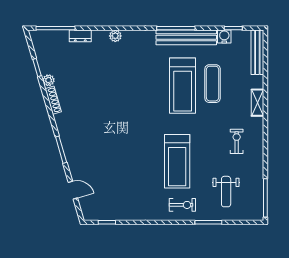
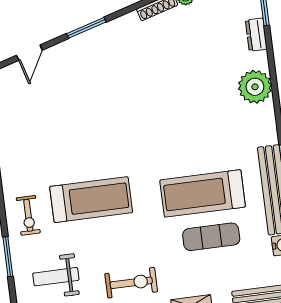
plant: (115, 36) -> (255, 87), width x1.88, depth x1.88
exercise bike: (237, 141) -> (131, 283), width x1.38, depth x1.39
treadmill: (177, 161) -> (91, 200), turned 180

